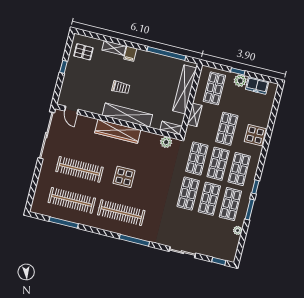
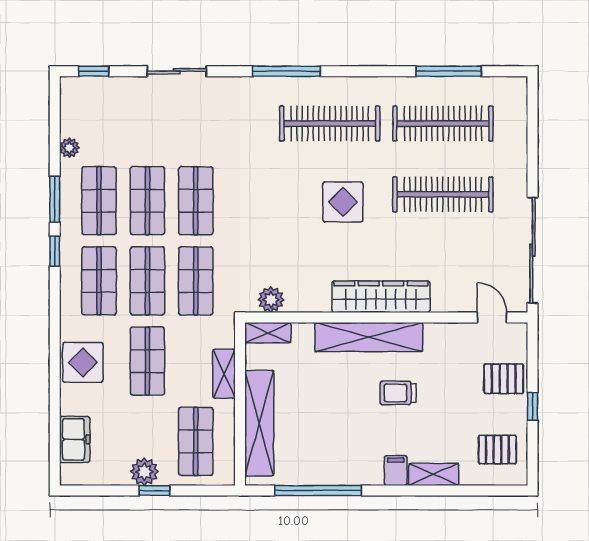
pallet: (73, 82) -> (504, 379), added
freezer: (257, 85) -> (75, 439), moved, turned 90

